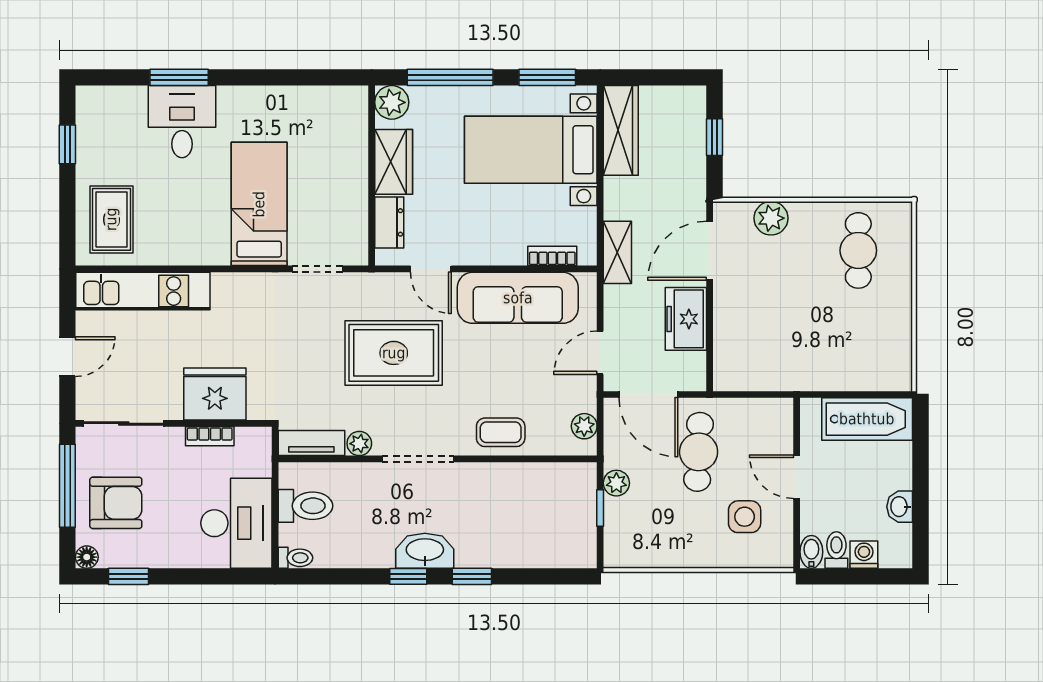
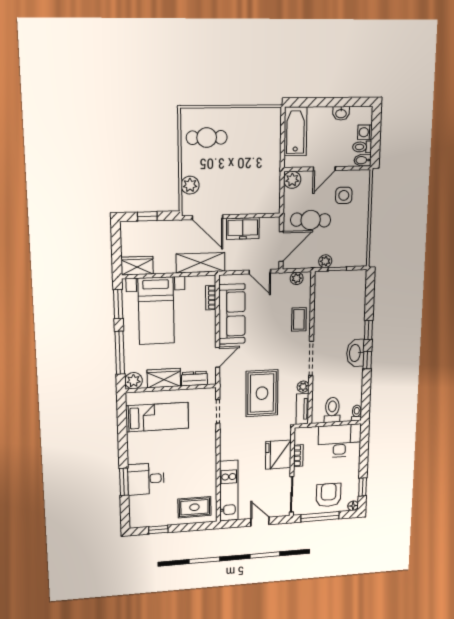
wardrobe: (621, 130) -> (137, 266), width x0.67
bed: (259, 204) -> (157, 417), moved, turned 180
shelving: (617, 252) -> (201, 263), width x1.50, depth x1.33
rug: (394, 353) -> (262, 393), moved
plant: (777, 414) -> (292, 180), added

